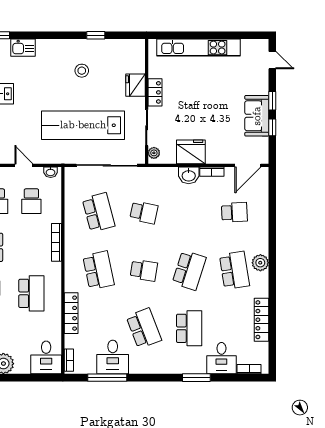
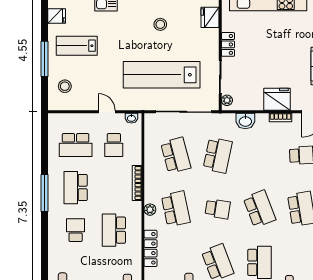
fridge: (136, 85) -> (210, 17), moved
fridge: (191, 152) -> (277, 99), moved
washbasin: (189, 175) -> (245, 121), moved
school desk: (144, 212) -> (218, 155), width x1.85
school desk: (189, 270) -> (259, 209), turned -39
plant: (71, 271) -> (150, 210), added
school desk: (31, 293) -> (114, 230), turned 180

